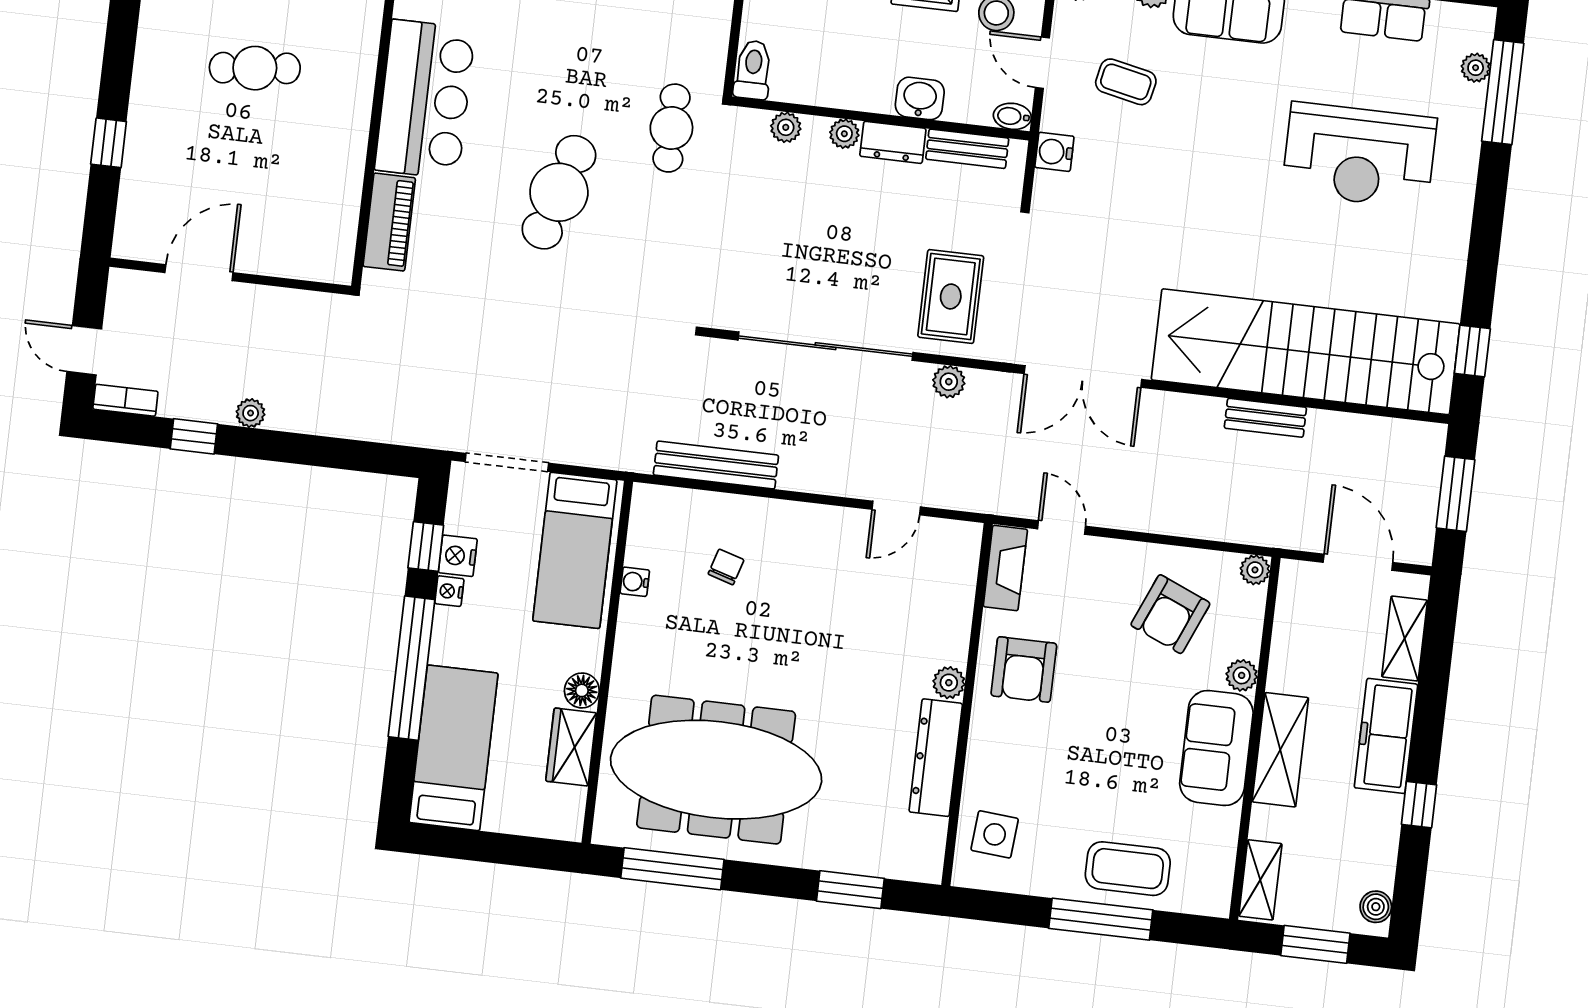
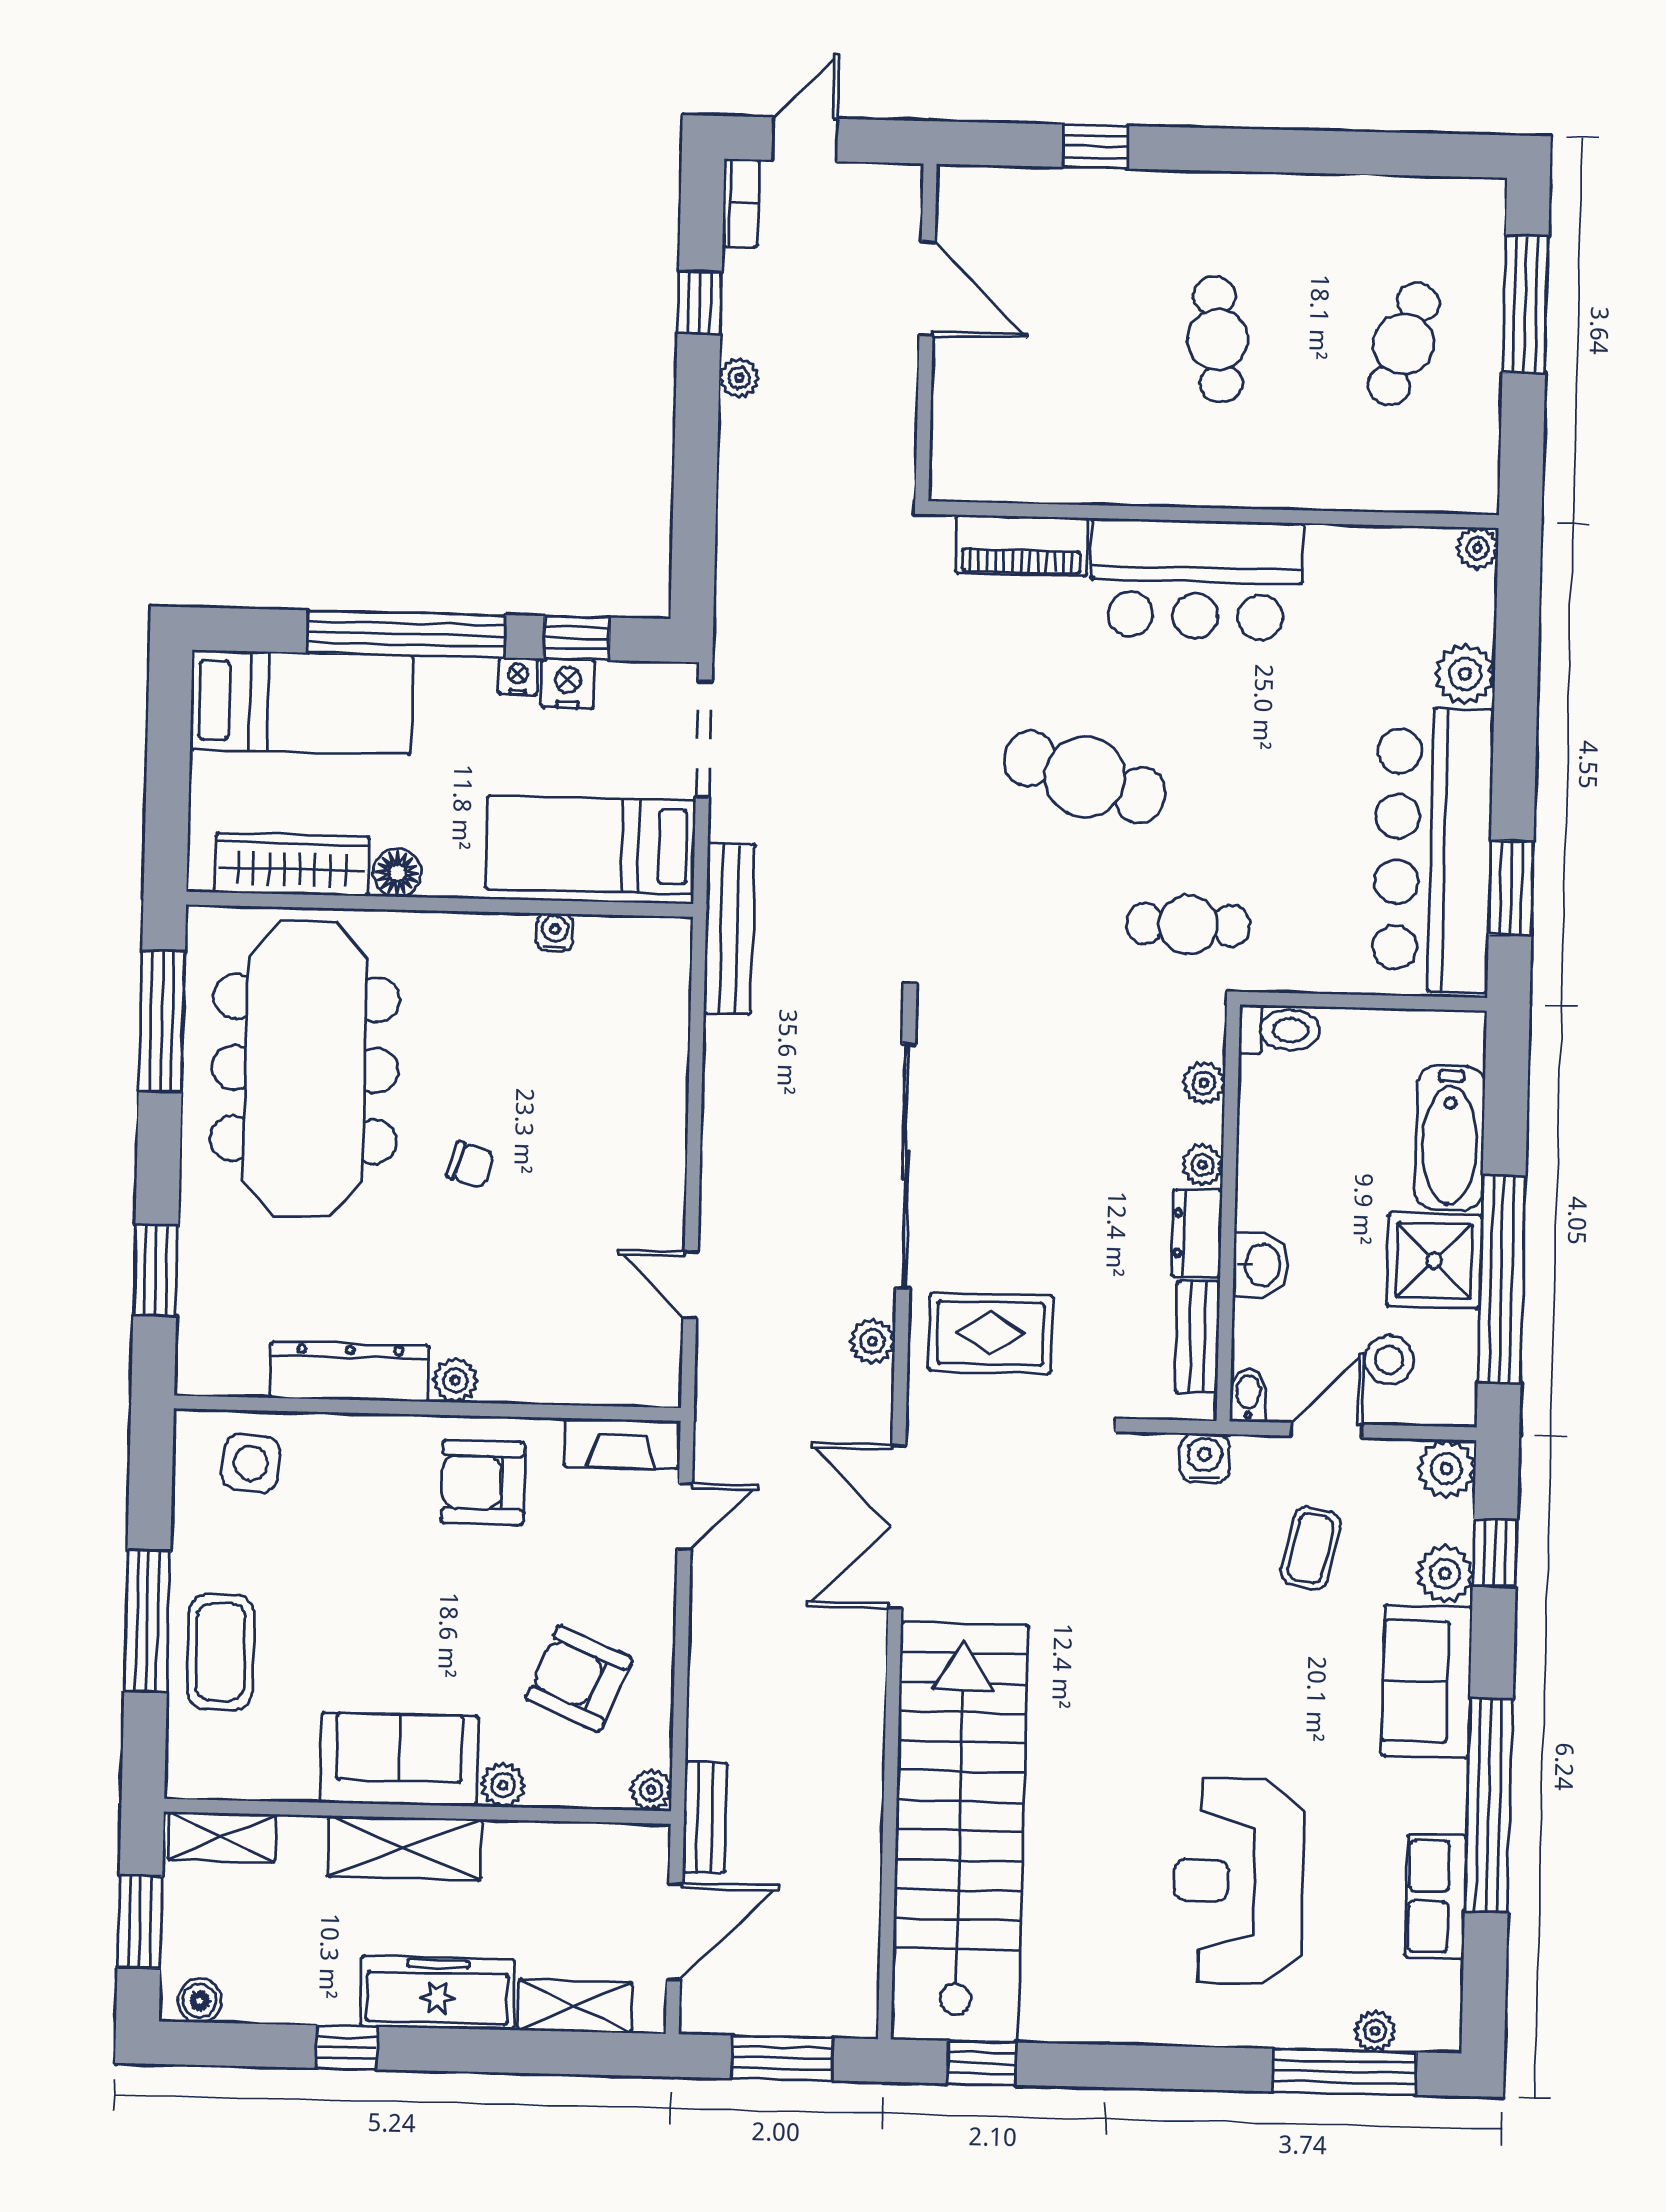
bench: (1265, 418) -> (705, 1817), moved
bench: (716, 465) -> (729, 929), moved
chair: (726, 567) -> (470, 1165), moved
wardrobe: (571, 747) -> (292, 865), width x1.50

